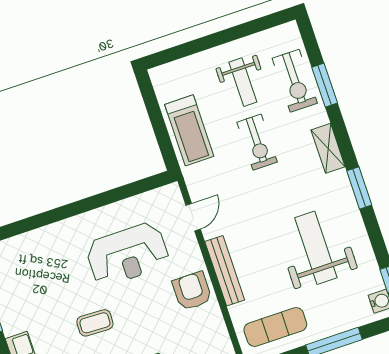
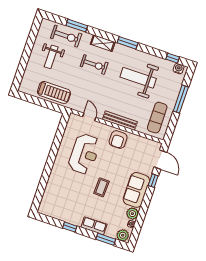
weight bench: (243, 82) -> (51, 57), turned 90
exercise bike: (257, 142) -> (94, 64), moved
armchair: (192, 291) -> (118, 140), turned -90

